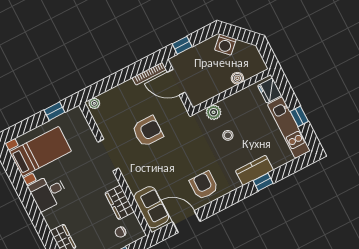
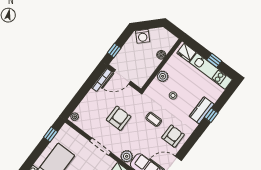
plant: (214, 112) -> (163, 76), moved
coffee table: (190, 153) -> (154, 119), added
plant: (135, 183) -> (127, 156), added
armchair: (204, 185) -> (173, 136), turned 90

